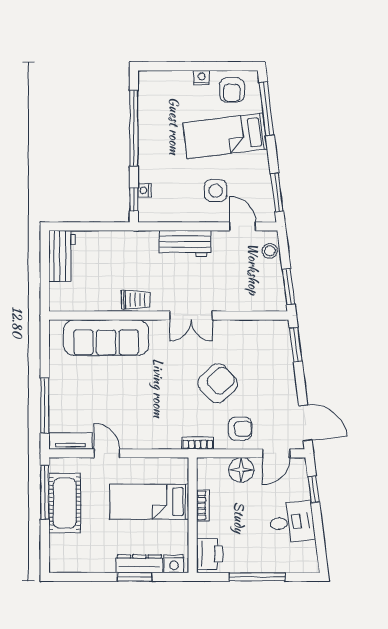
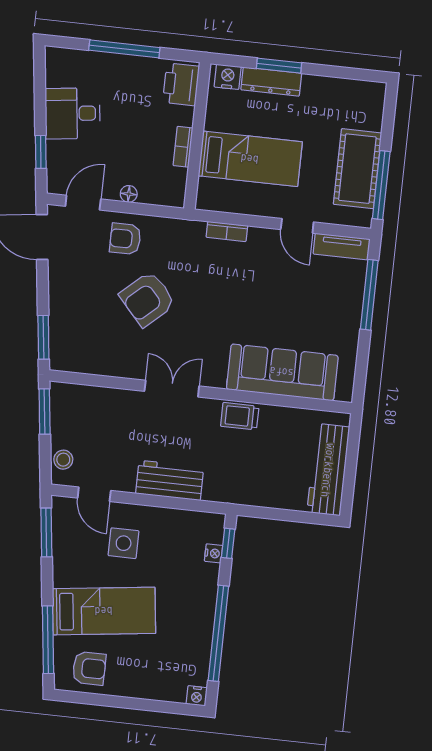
nightstand: (202, 78) -> (197, 696), moved
armchair: (232, 90) -> (89, 668), turned 90
workbench: (62, 256) -> (328, 470), width x1.38
bookcase: (198, 443) -> (227, 231), moved
floor lamp: (241, 470) -> (129, 194), width x0.53, depth x0.53

